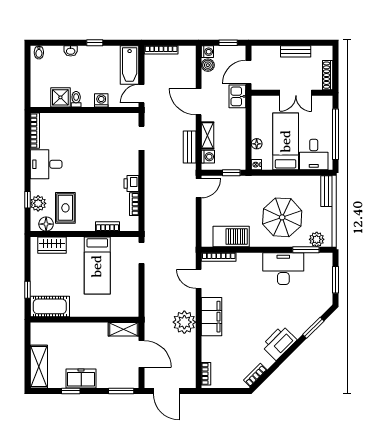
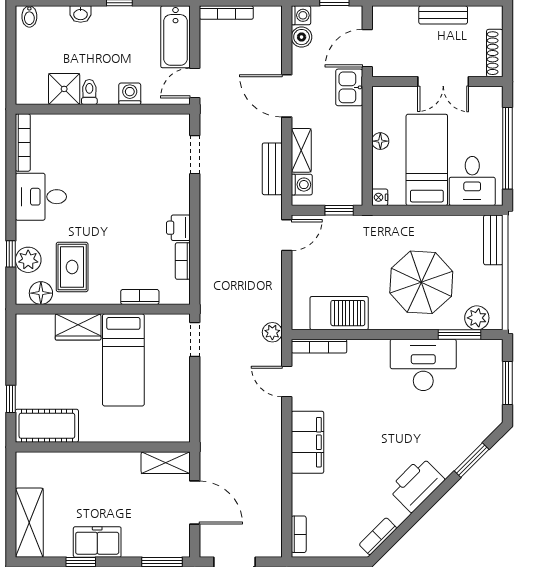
floor lamp: (257, 144) -> (380, 141), moved
wardrobe: (52, 245) -> (78, 327), moved
plant: (184, 322) -> (272, 332), moved, width x0.53, depth x0.53

